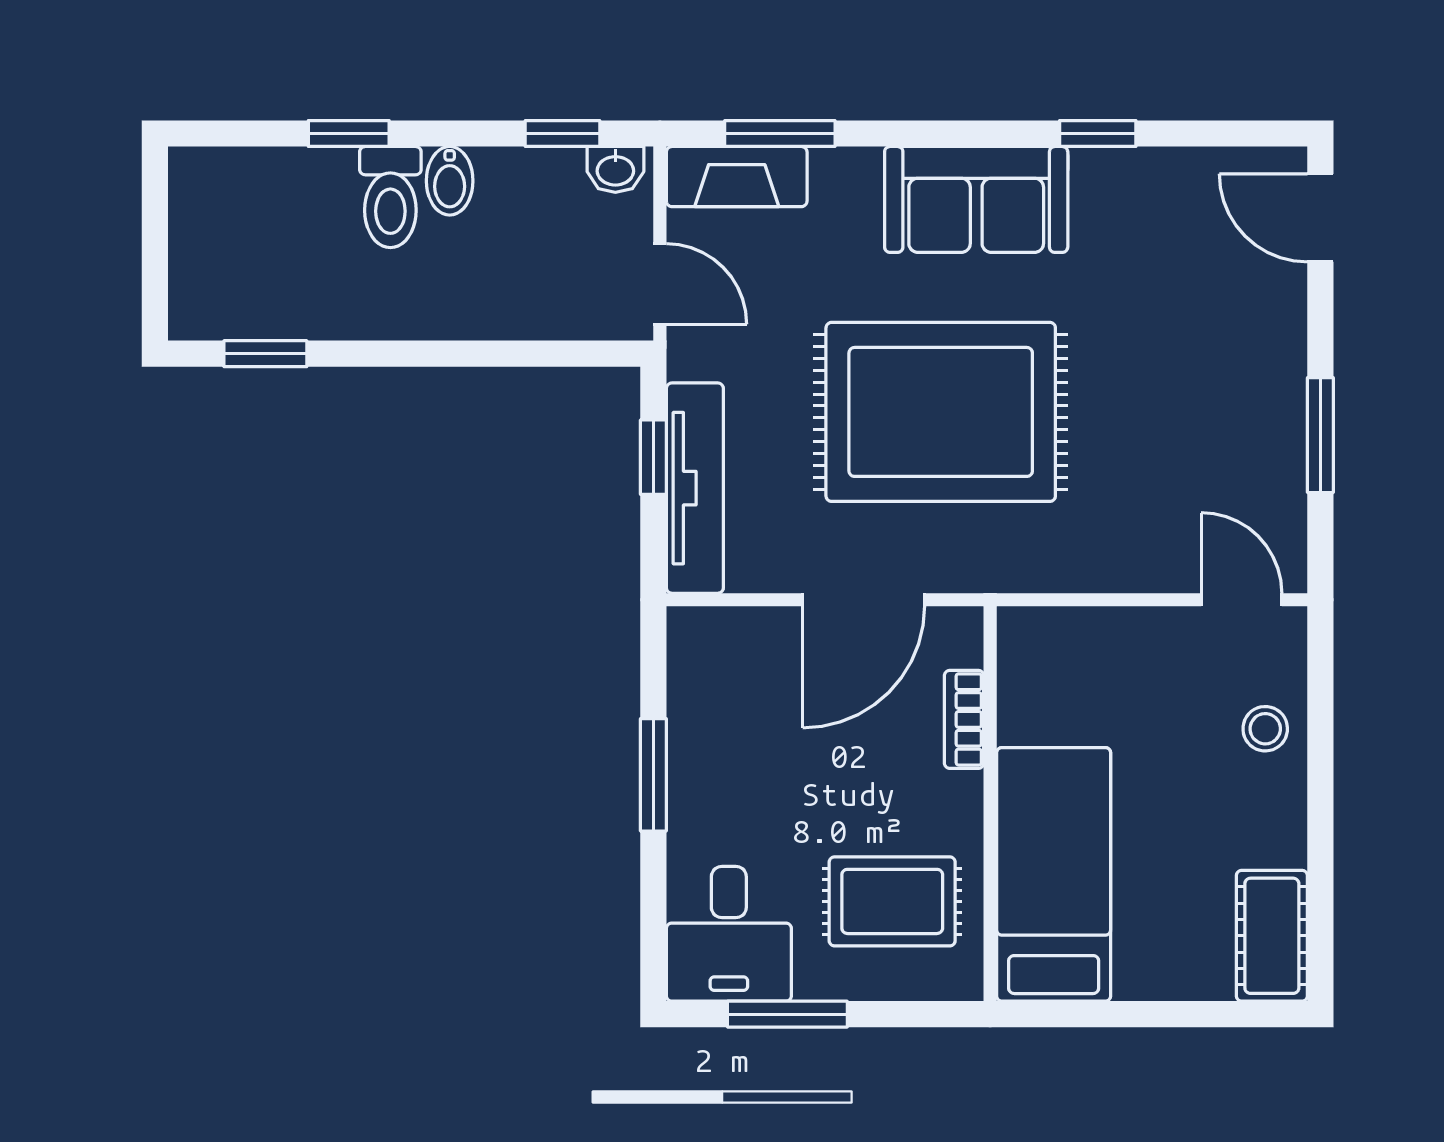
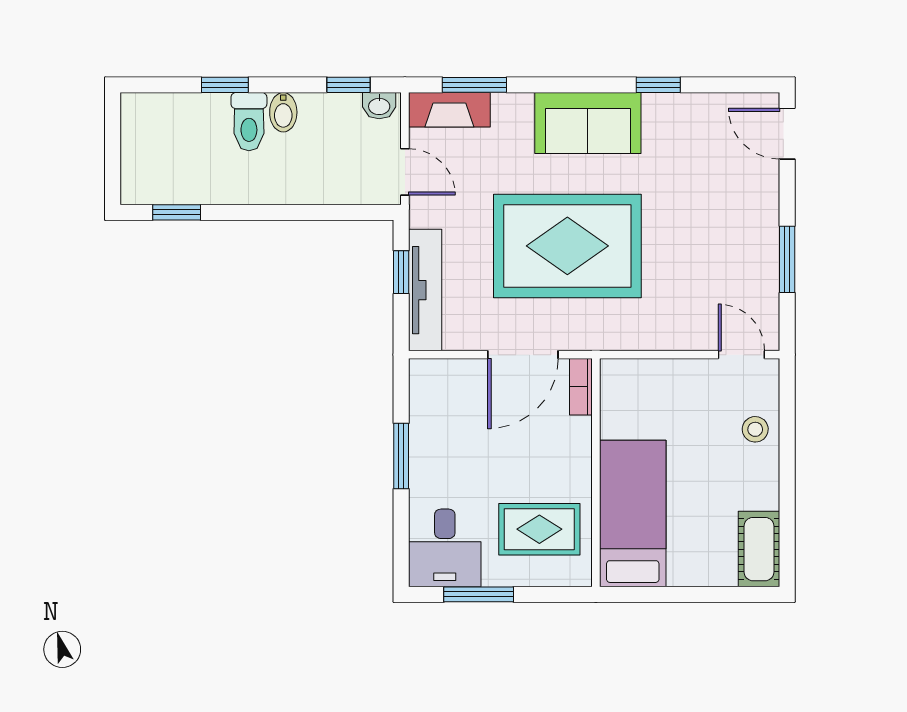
bookcase: (964, 719) -> (581, 387), moved

